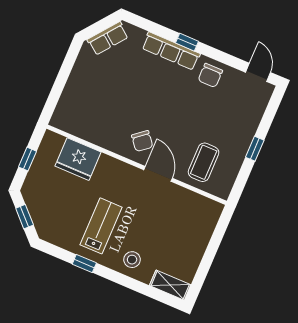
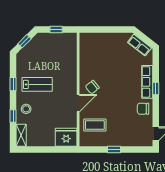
fridge: (78, 159) -> (66, 137), moved, turned 90
window: (135, 285) -> (13, 116), added

